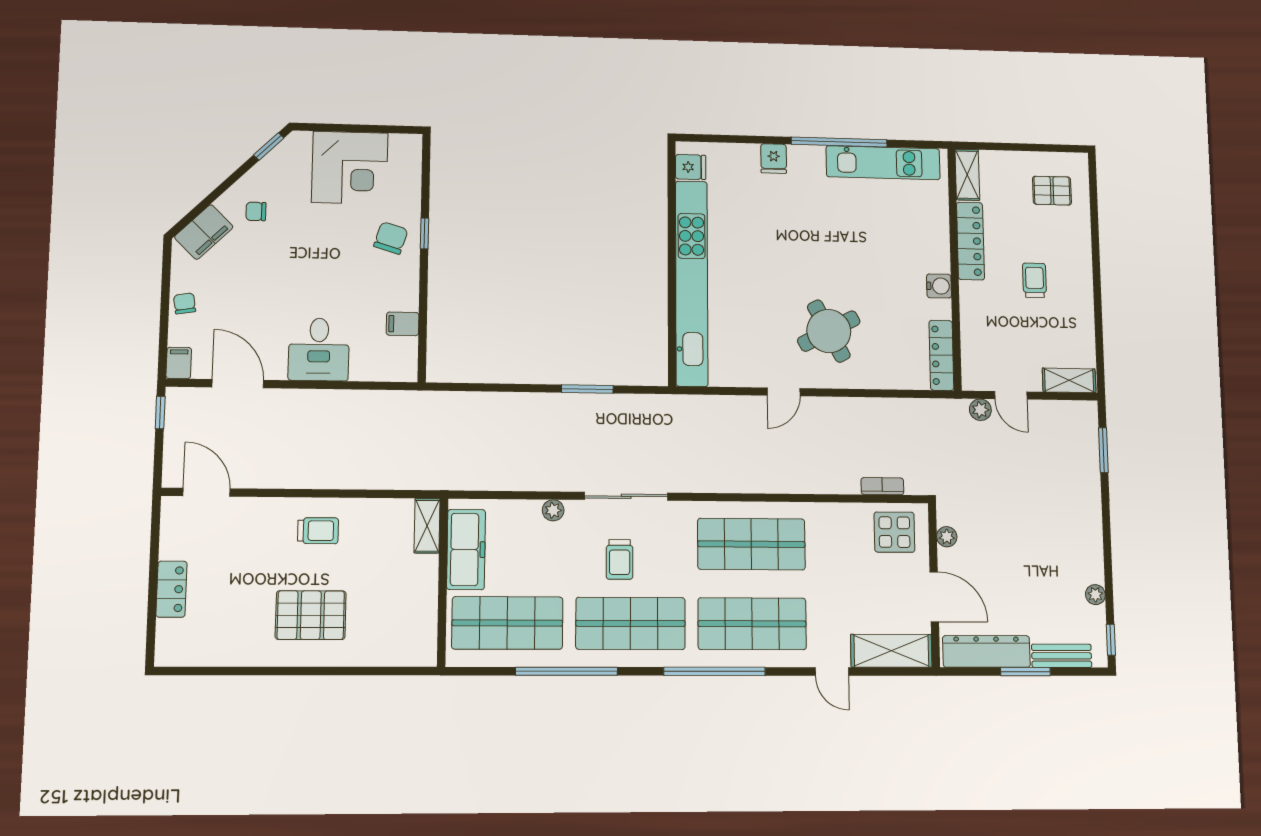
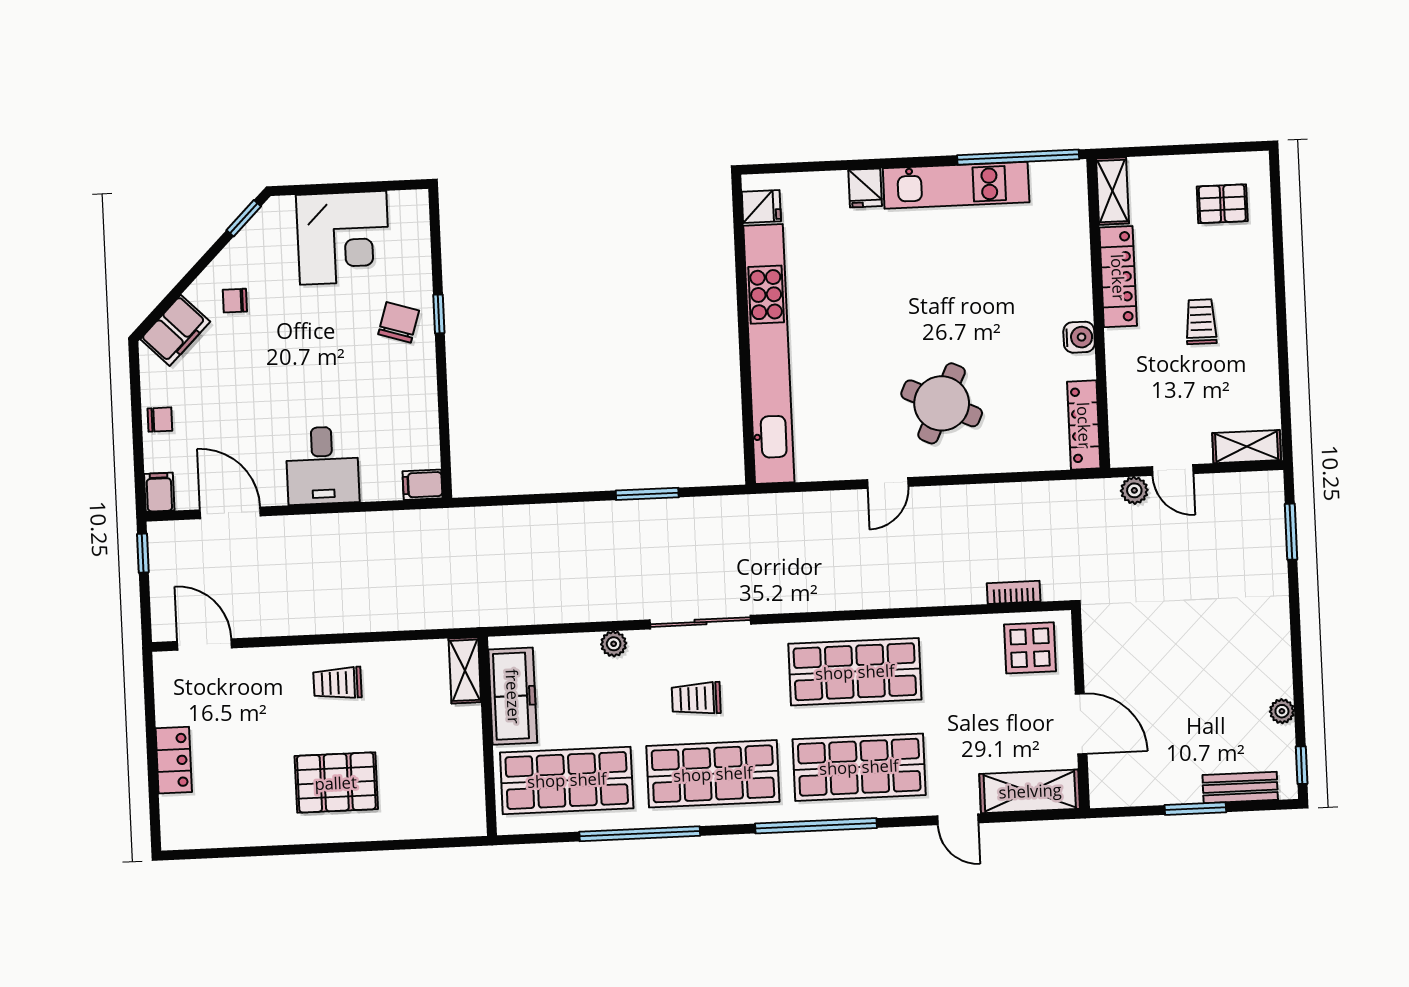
window: (839, 142) -> (1018, 157), moved
kitchen unit: (883, 163) -> (956, 185), moved
chair: (185, 303) -> (160, 420), turned 99
filing cabinet: (403, 324) -> (422, 485), moved
round table: (829, 331) -> (942, 403), turned -37
trolley: (318, 531) -> (337, 683), turned 180
plant: (947, 537) -> (1095, 650), removed
trolley: (620, 559) -> (696, 698), turned 90
dresser: (986, 652) -> (1147, 787), removed

